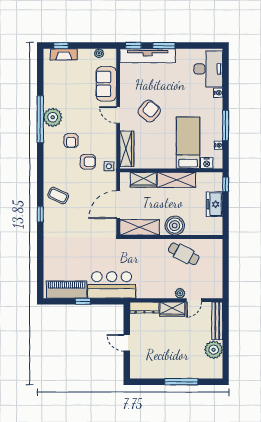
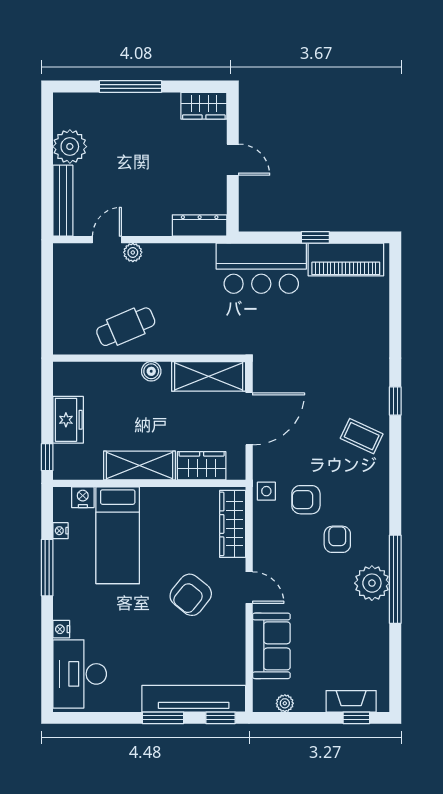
boiler: (175, 226) -> (151, 371), width x0.54, depth x0.54
cafe table: (184, 254) -> (126, 327), turned -51
wardrobe: (172, 309) -> (204, 106), moved, turned 180

